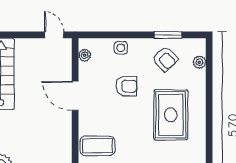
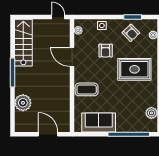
armchair: (126, 86) -> (106, 51), turned 90
rug: (171, 115) -> (134, 69), turned 90

